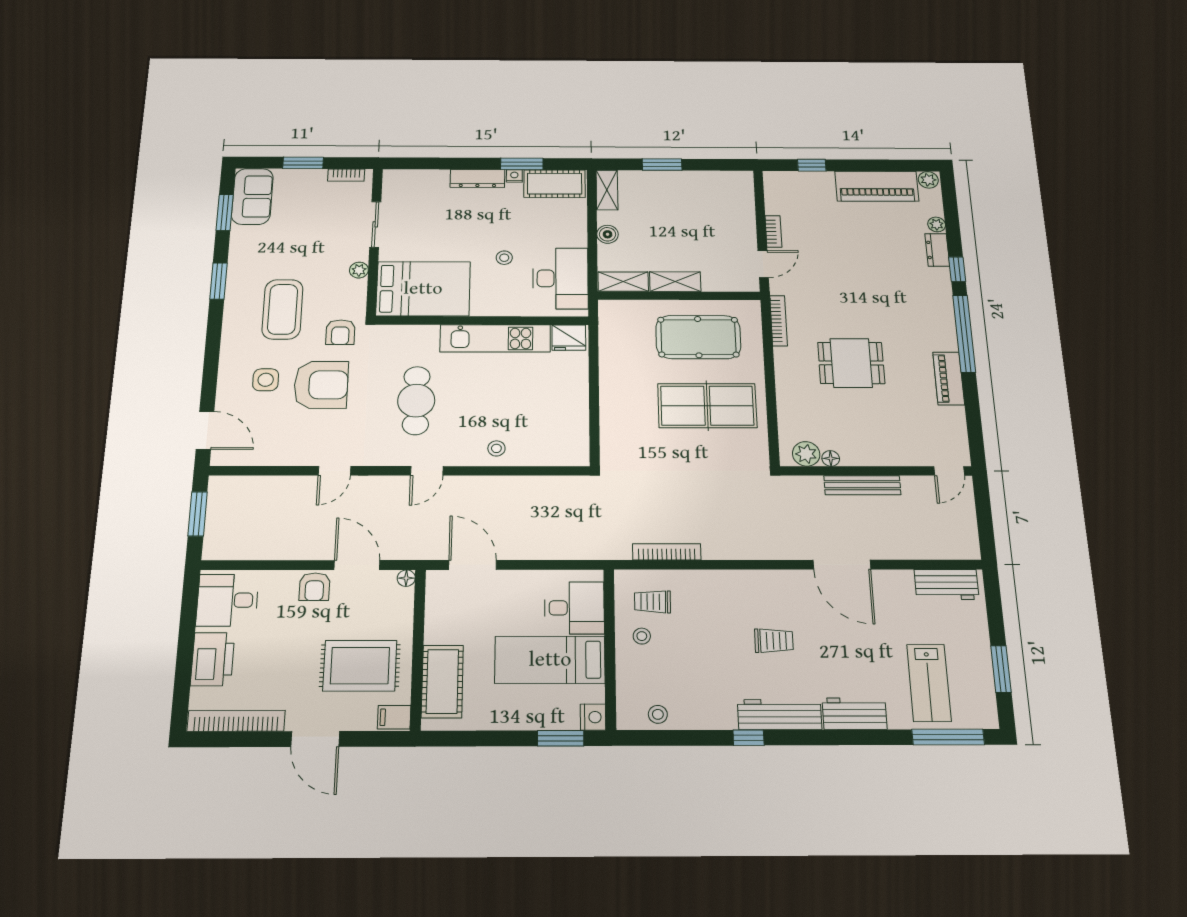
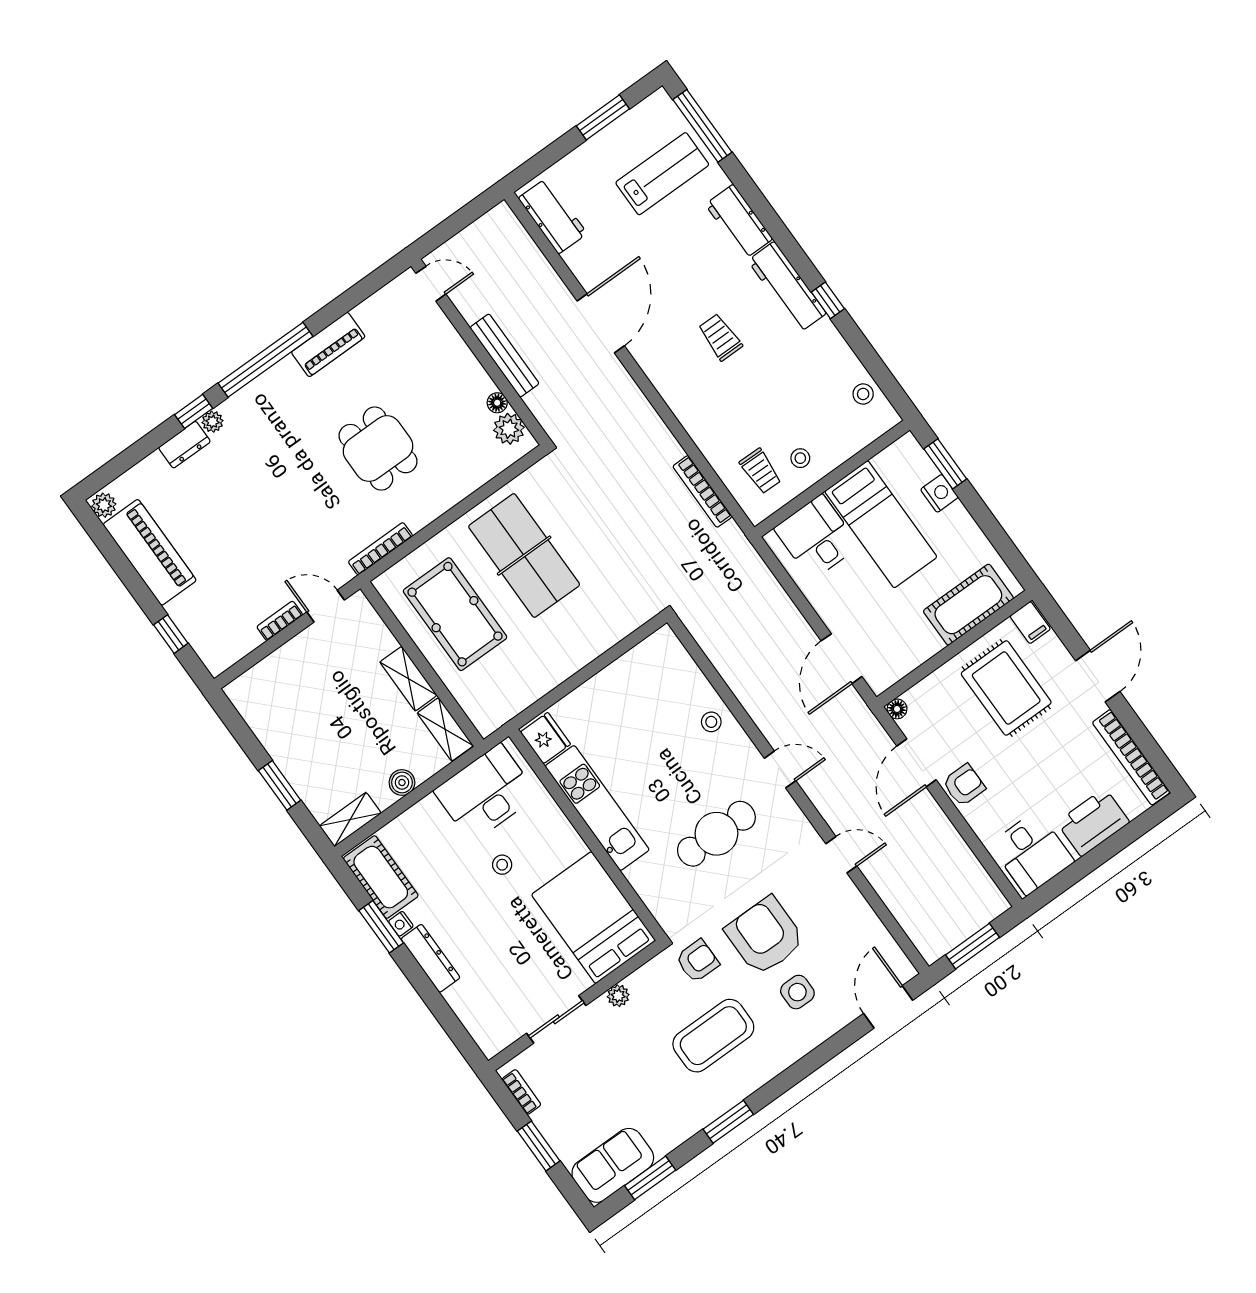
plant: (937, 224) -> (213, 422), moved
nightstand: (593, 717) -> (939, 493), moved, turned 90

